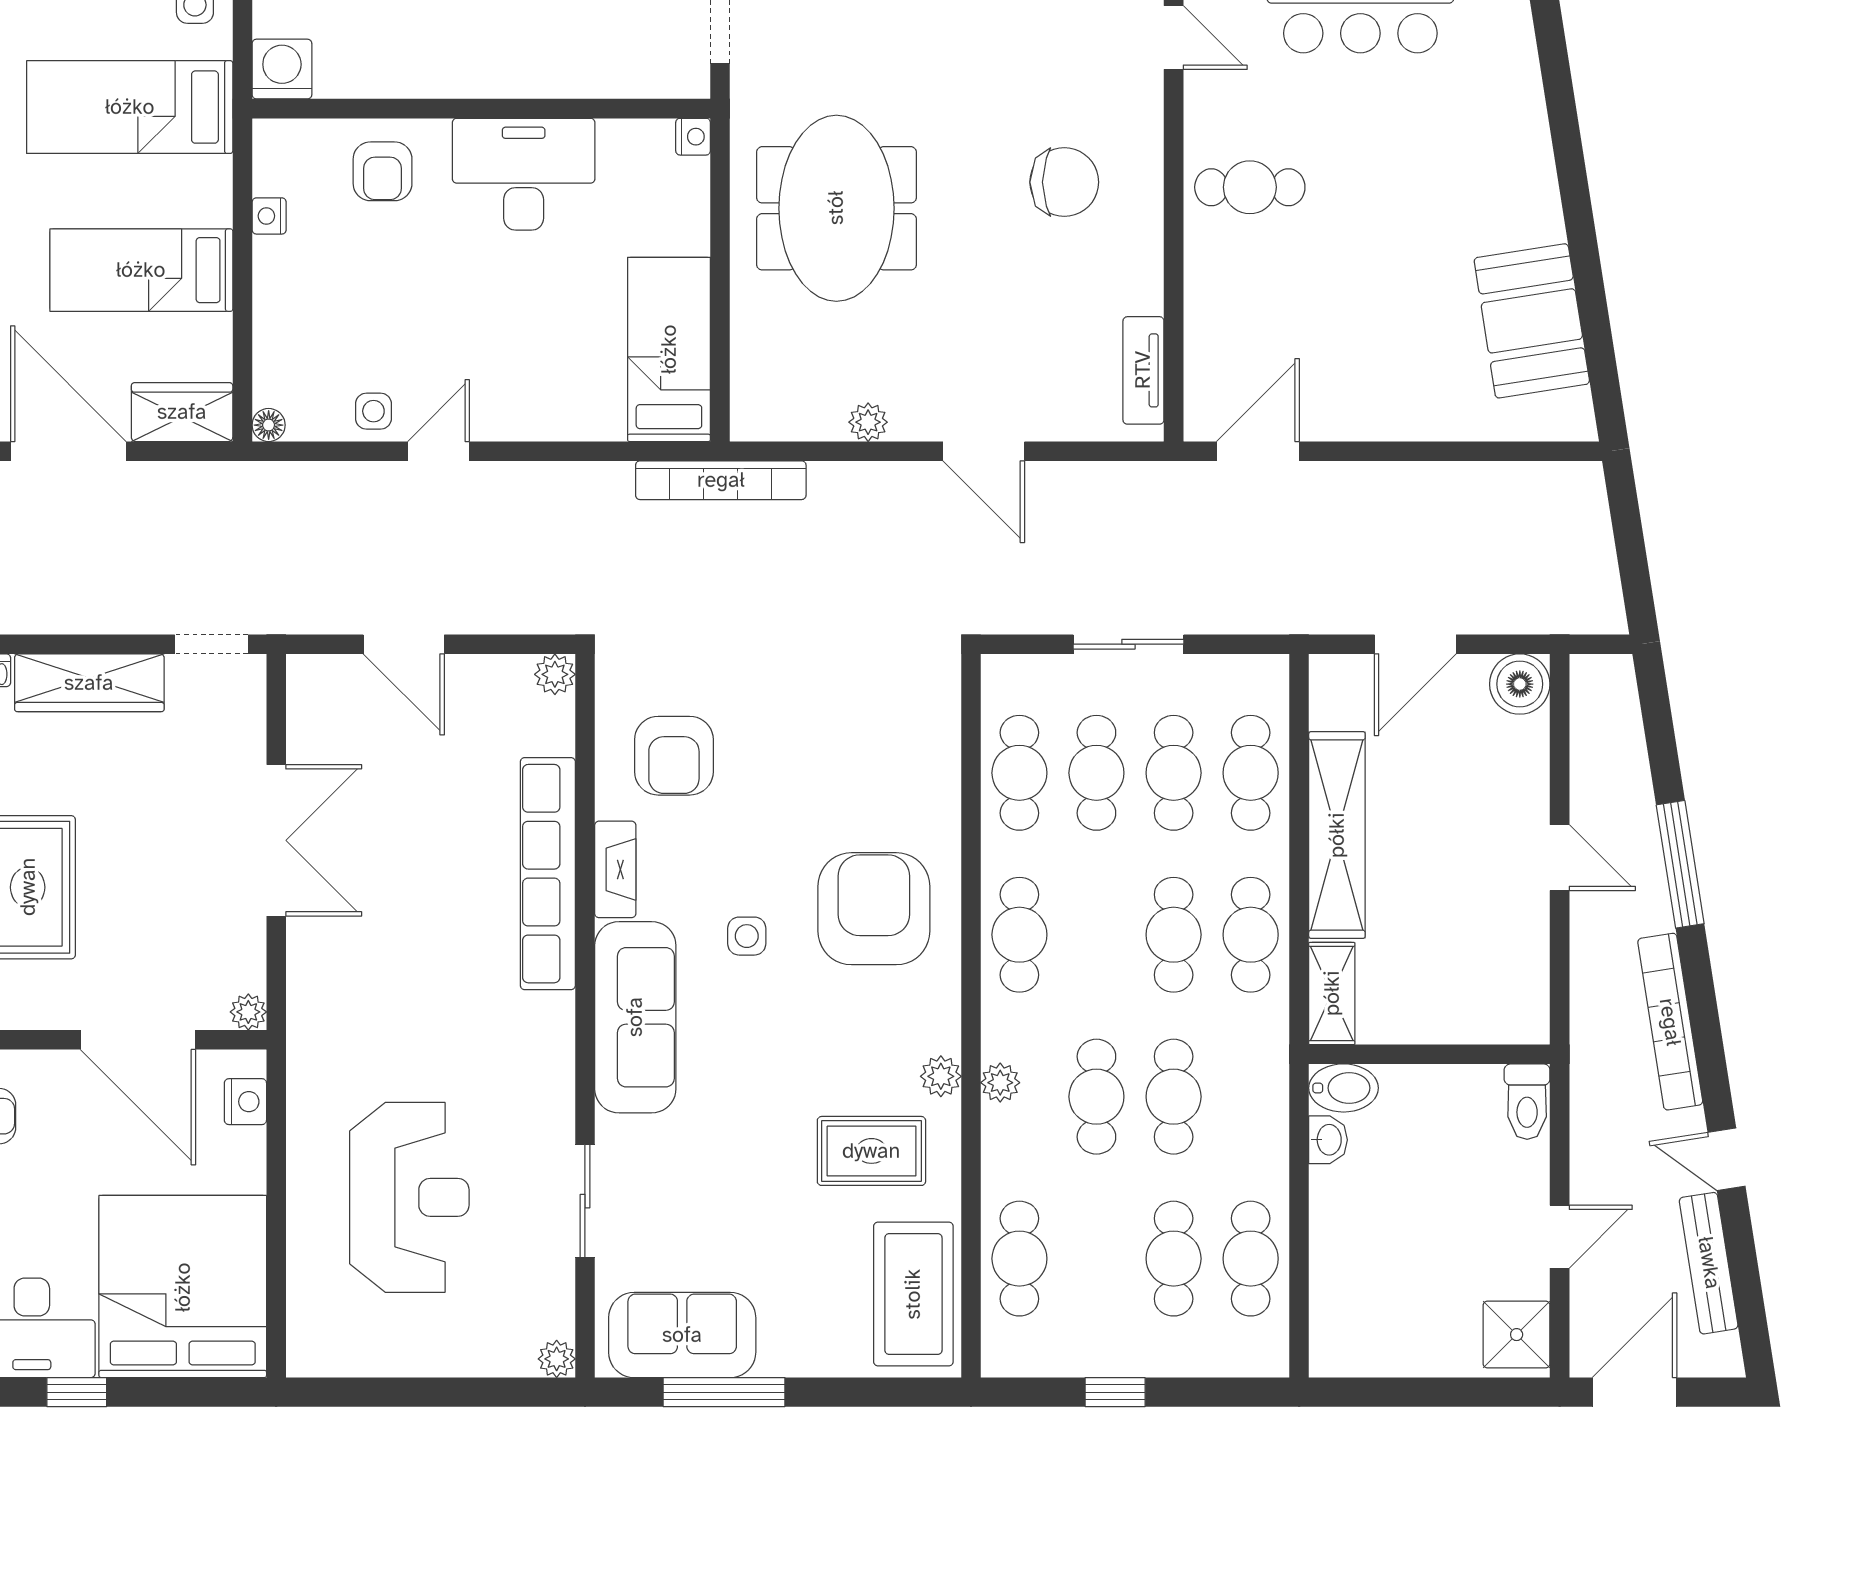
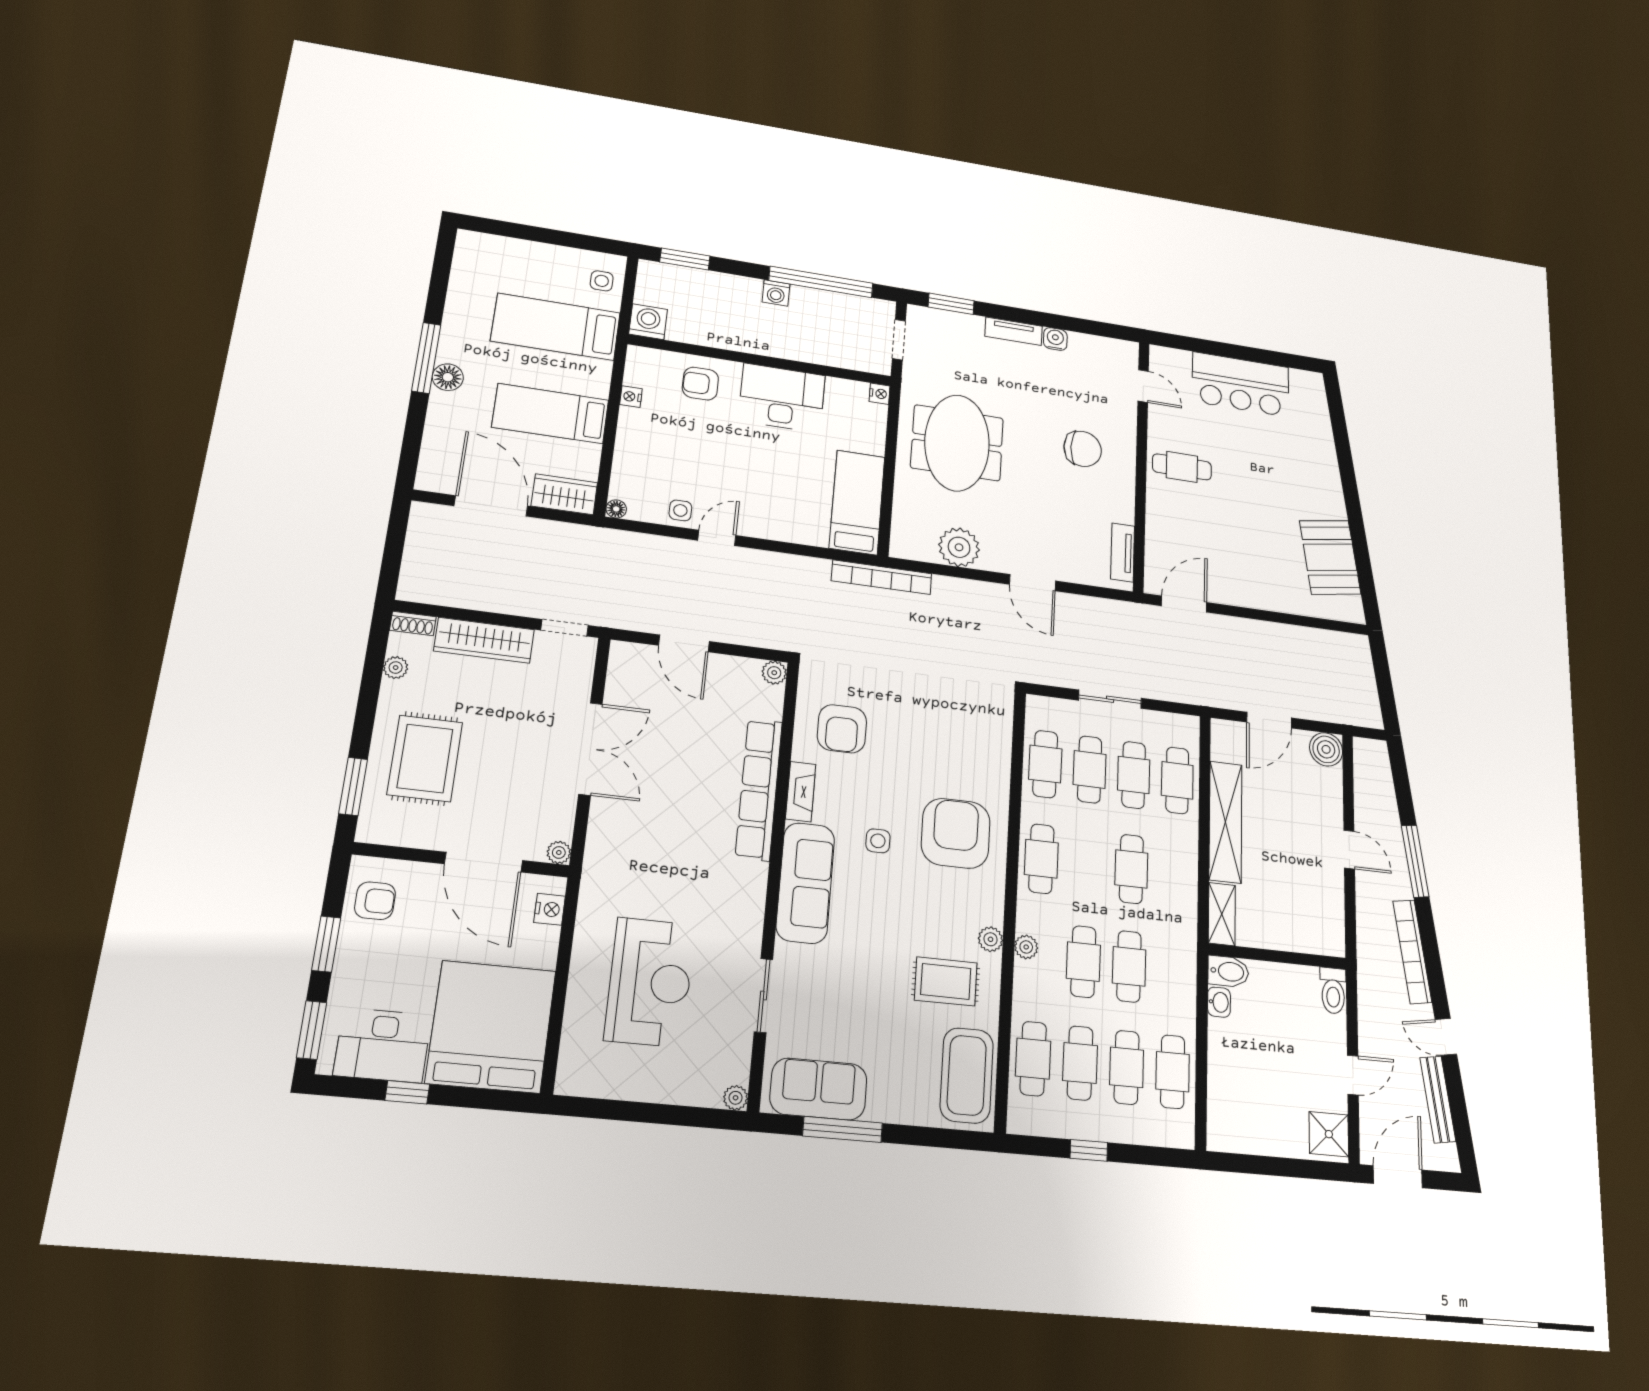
armchair: (383, 171) -> (700, 384), turned 90
plant: (868, 422) -> (959, 547), width x1.87, depth x1.87
cafe table: (1251, 935) -> (1080, 1063), moved

